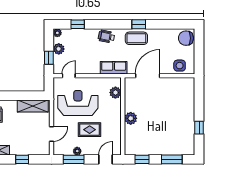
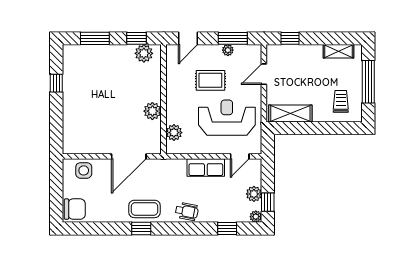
window: (49, 58) -> (268, 202), moved
row of seats: (114, 68) -> (206, 167), moved
reception desk: (78, 103) -> (227, 118), turned 180
plant: (131, 118) -> (152, 111), moved
plant: (137, 149) -> (144, 53), added
window: (22, 159) -> (290, 38), moved

